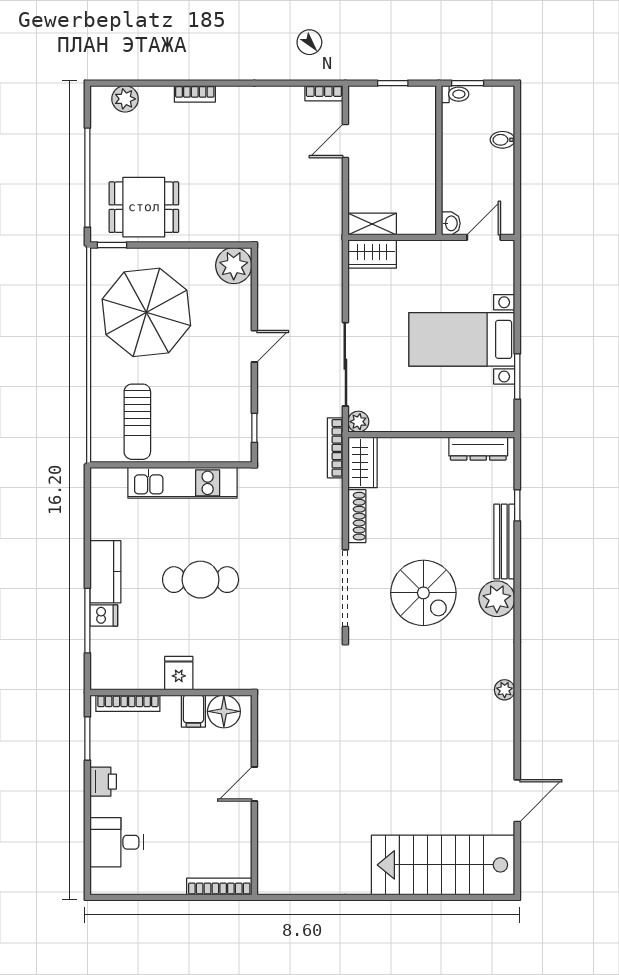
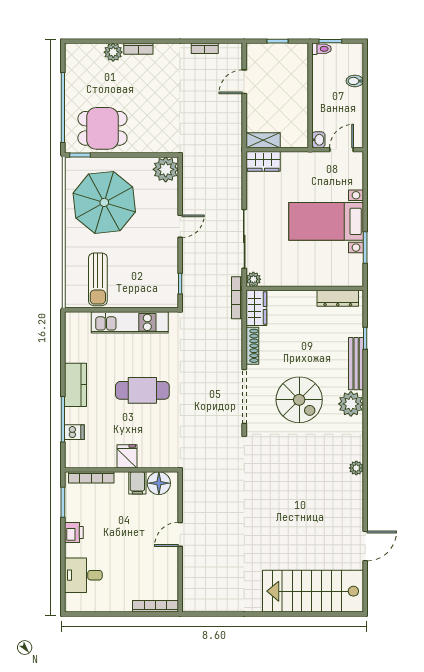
bookcase: (324, 93) -> (205, 48), moved
plant: (125, 99) -> (113, 52), moved
dishwasher: (104, 616) -> (74, 432), moved

